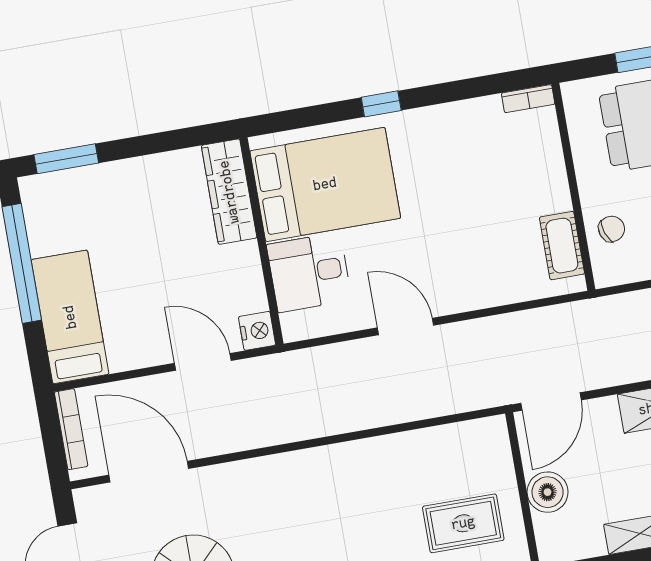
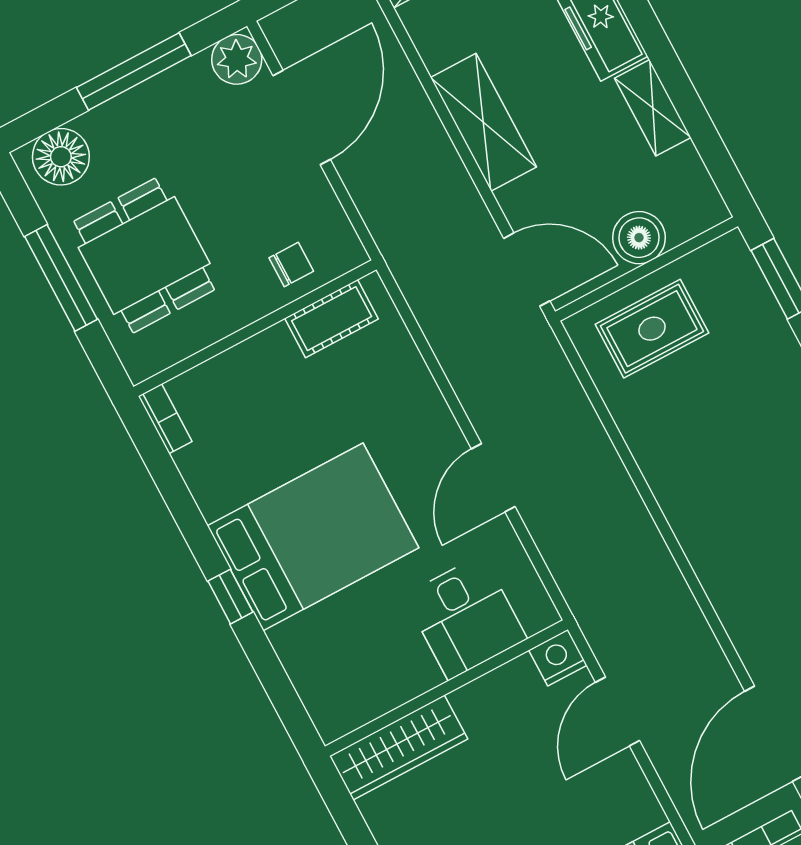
bed: (325, 184) -> (313, 537), moved, turned 90
chair: (612, 229) -> (291, 265), turned 109
rug: (463, 523) -> (652, 329), moved, turned 90

